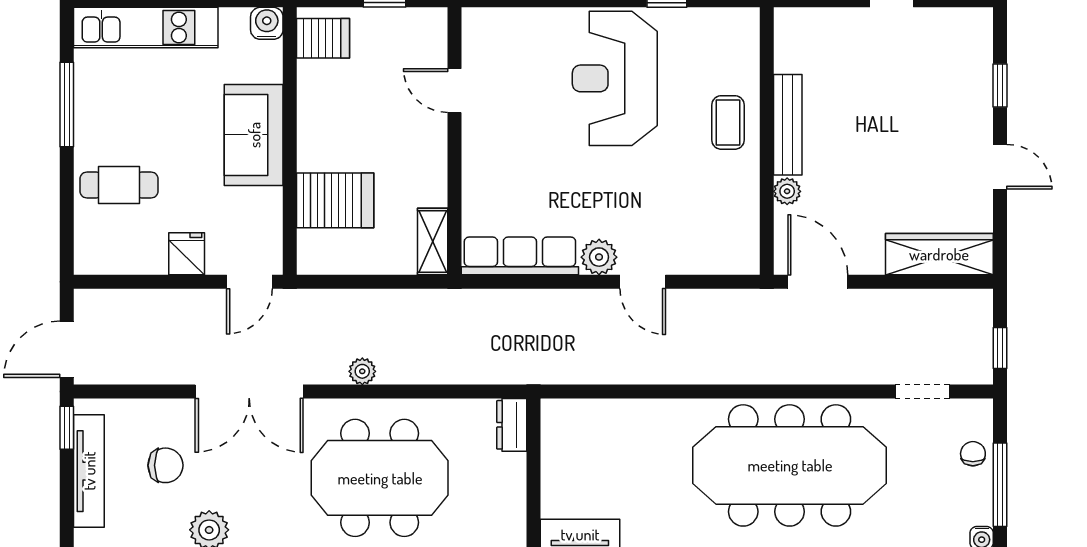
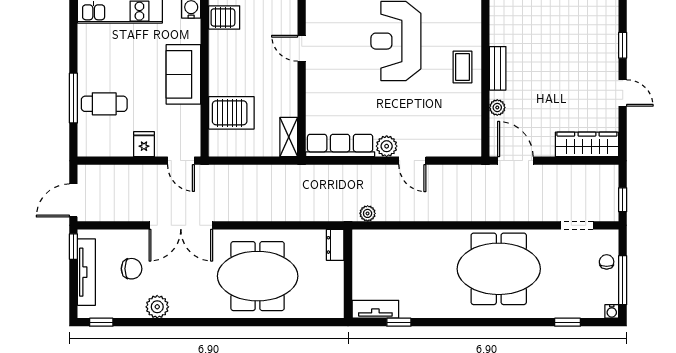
window: (67, 104) -> (73, 98), moved
bench: (788, 125) -> (498, 68), width x0.73
door: (249, 282) -> (181, 161), hinge flipped
plant: (362, 371) -> (368, 213), moved
meeting table: (790, 465) -> (499, 269), width x0.73

